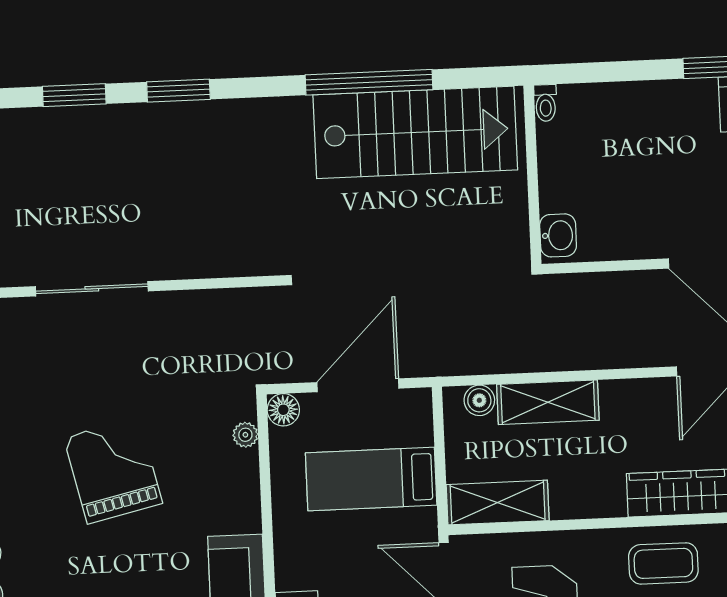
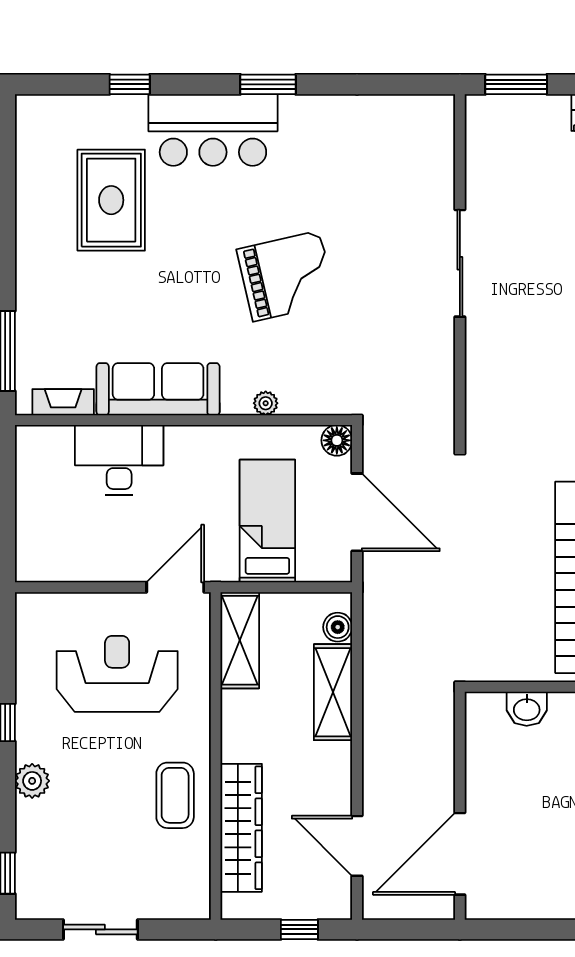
washbasin: (558, 235) -> (527, 709), moved
plant: (245, 435) -> (266, 403), moved

